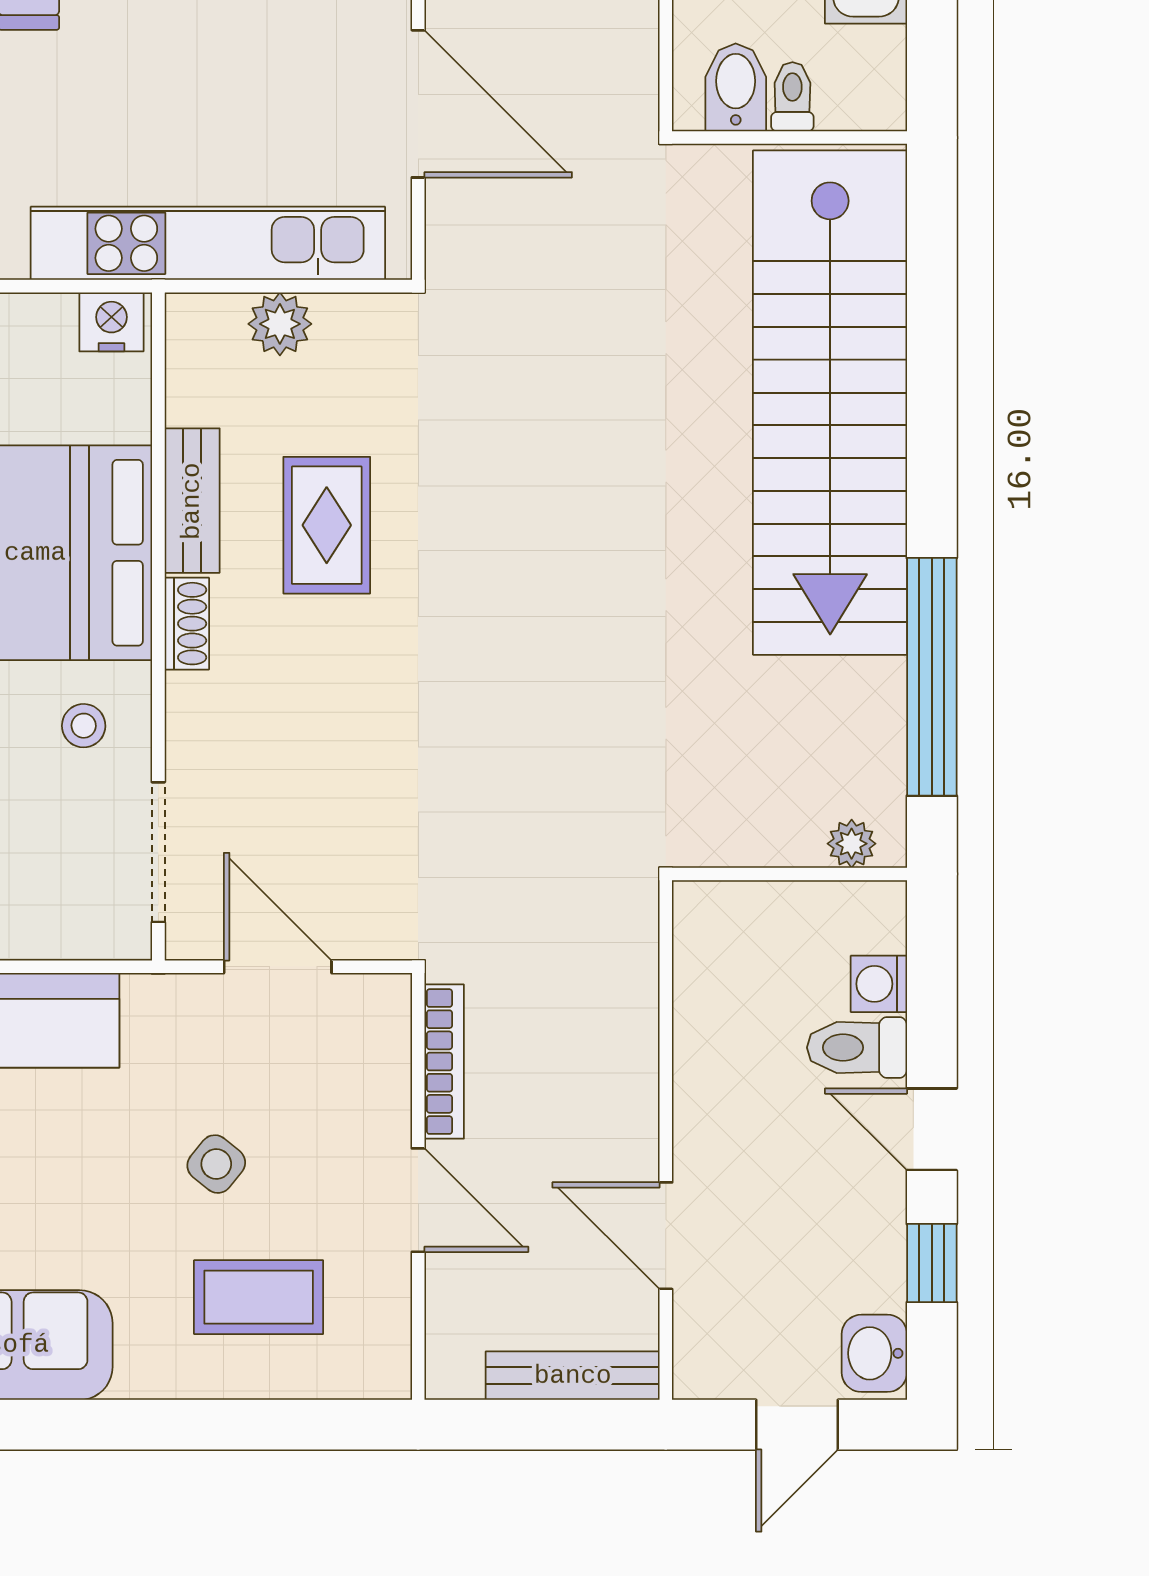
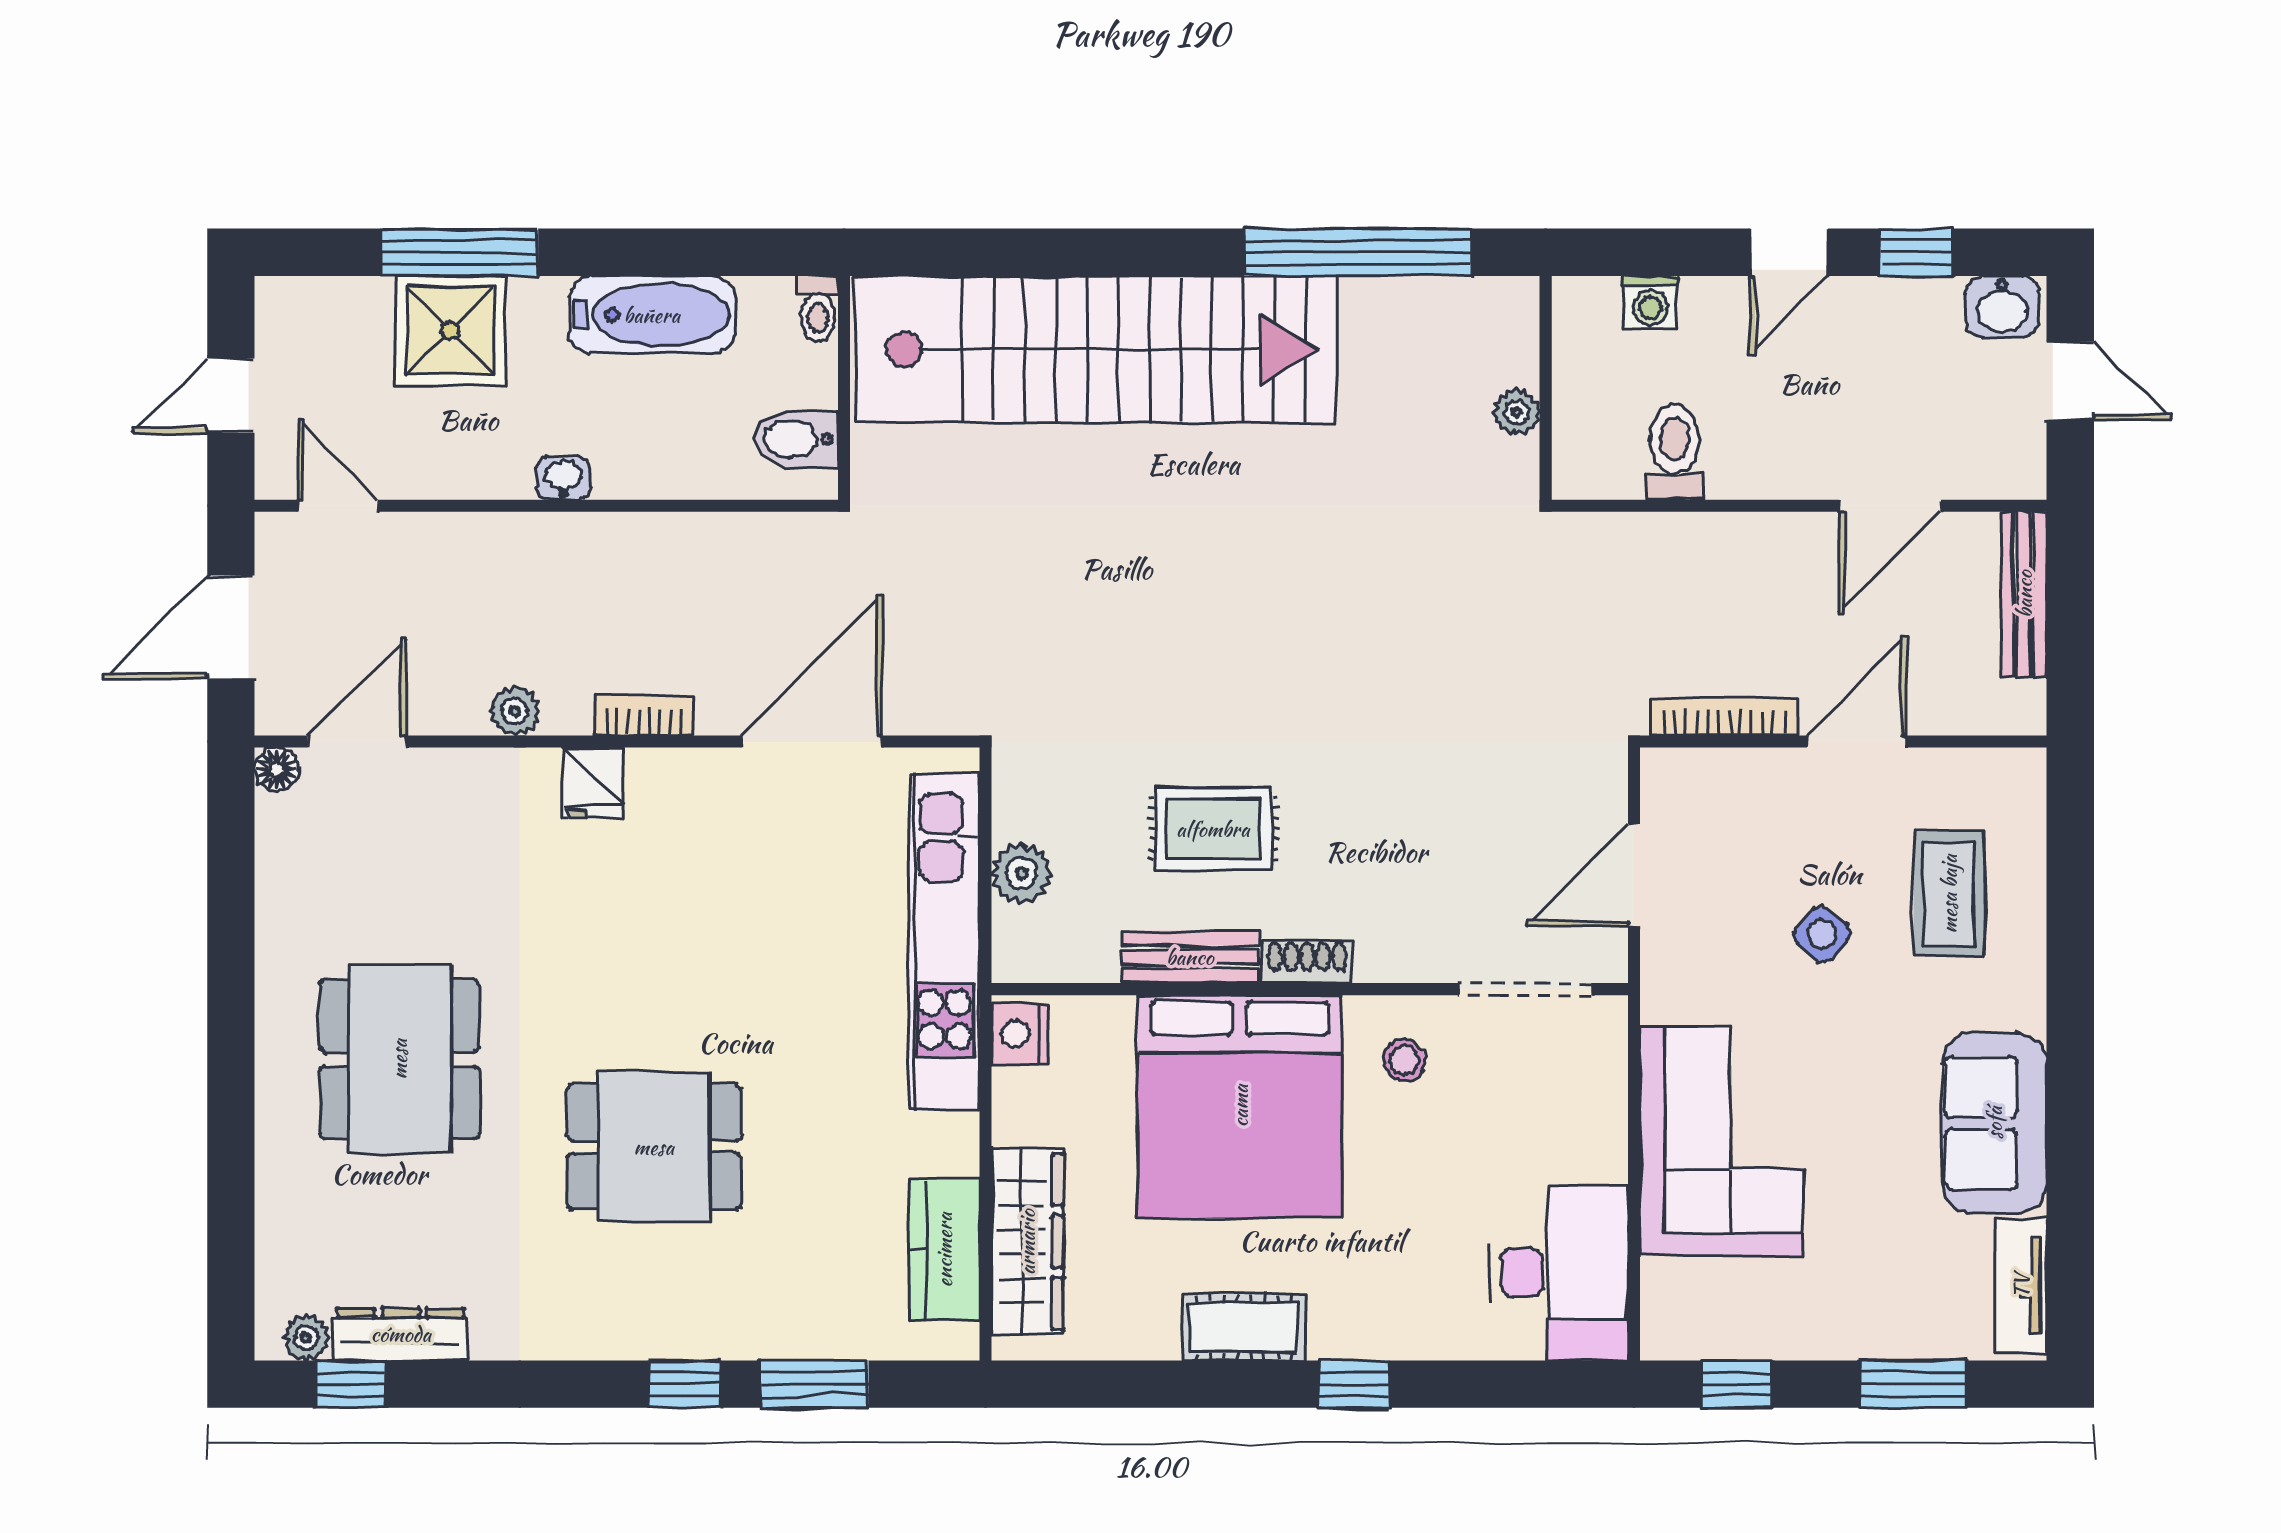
toilet: (792, 97) -> (818, 309), moved, turned -90
plant: (852, 844) -> (1517, 412), moved
toilet: (857, 1048) -> (1675, 452), moved, turned 180

